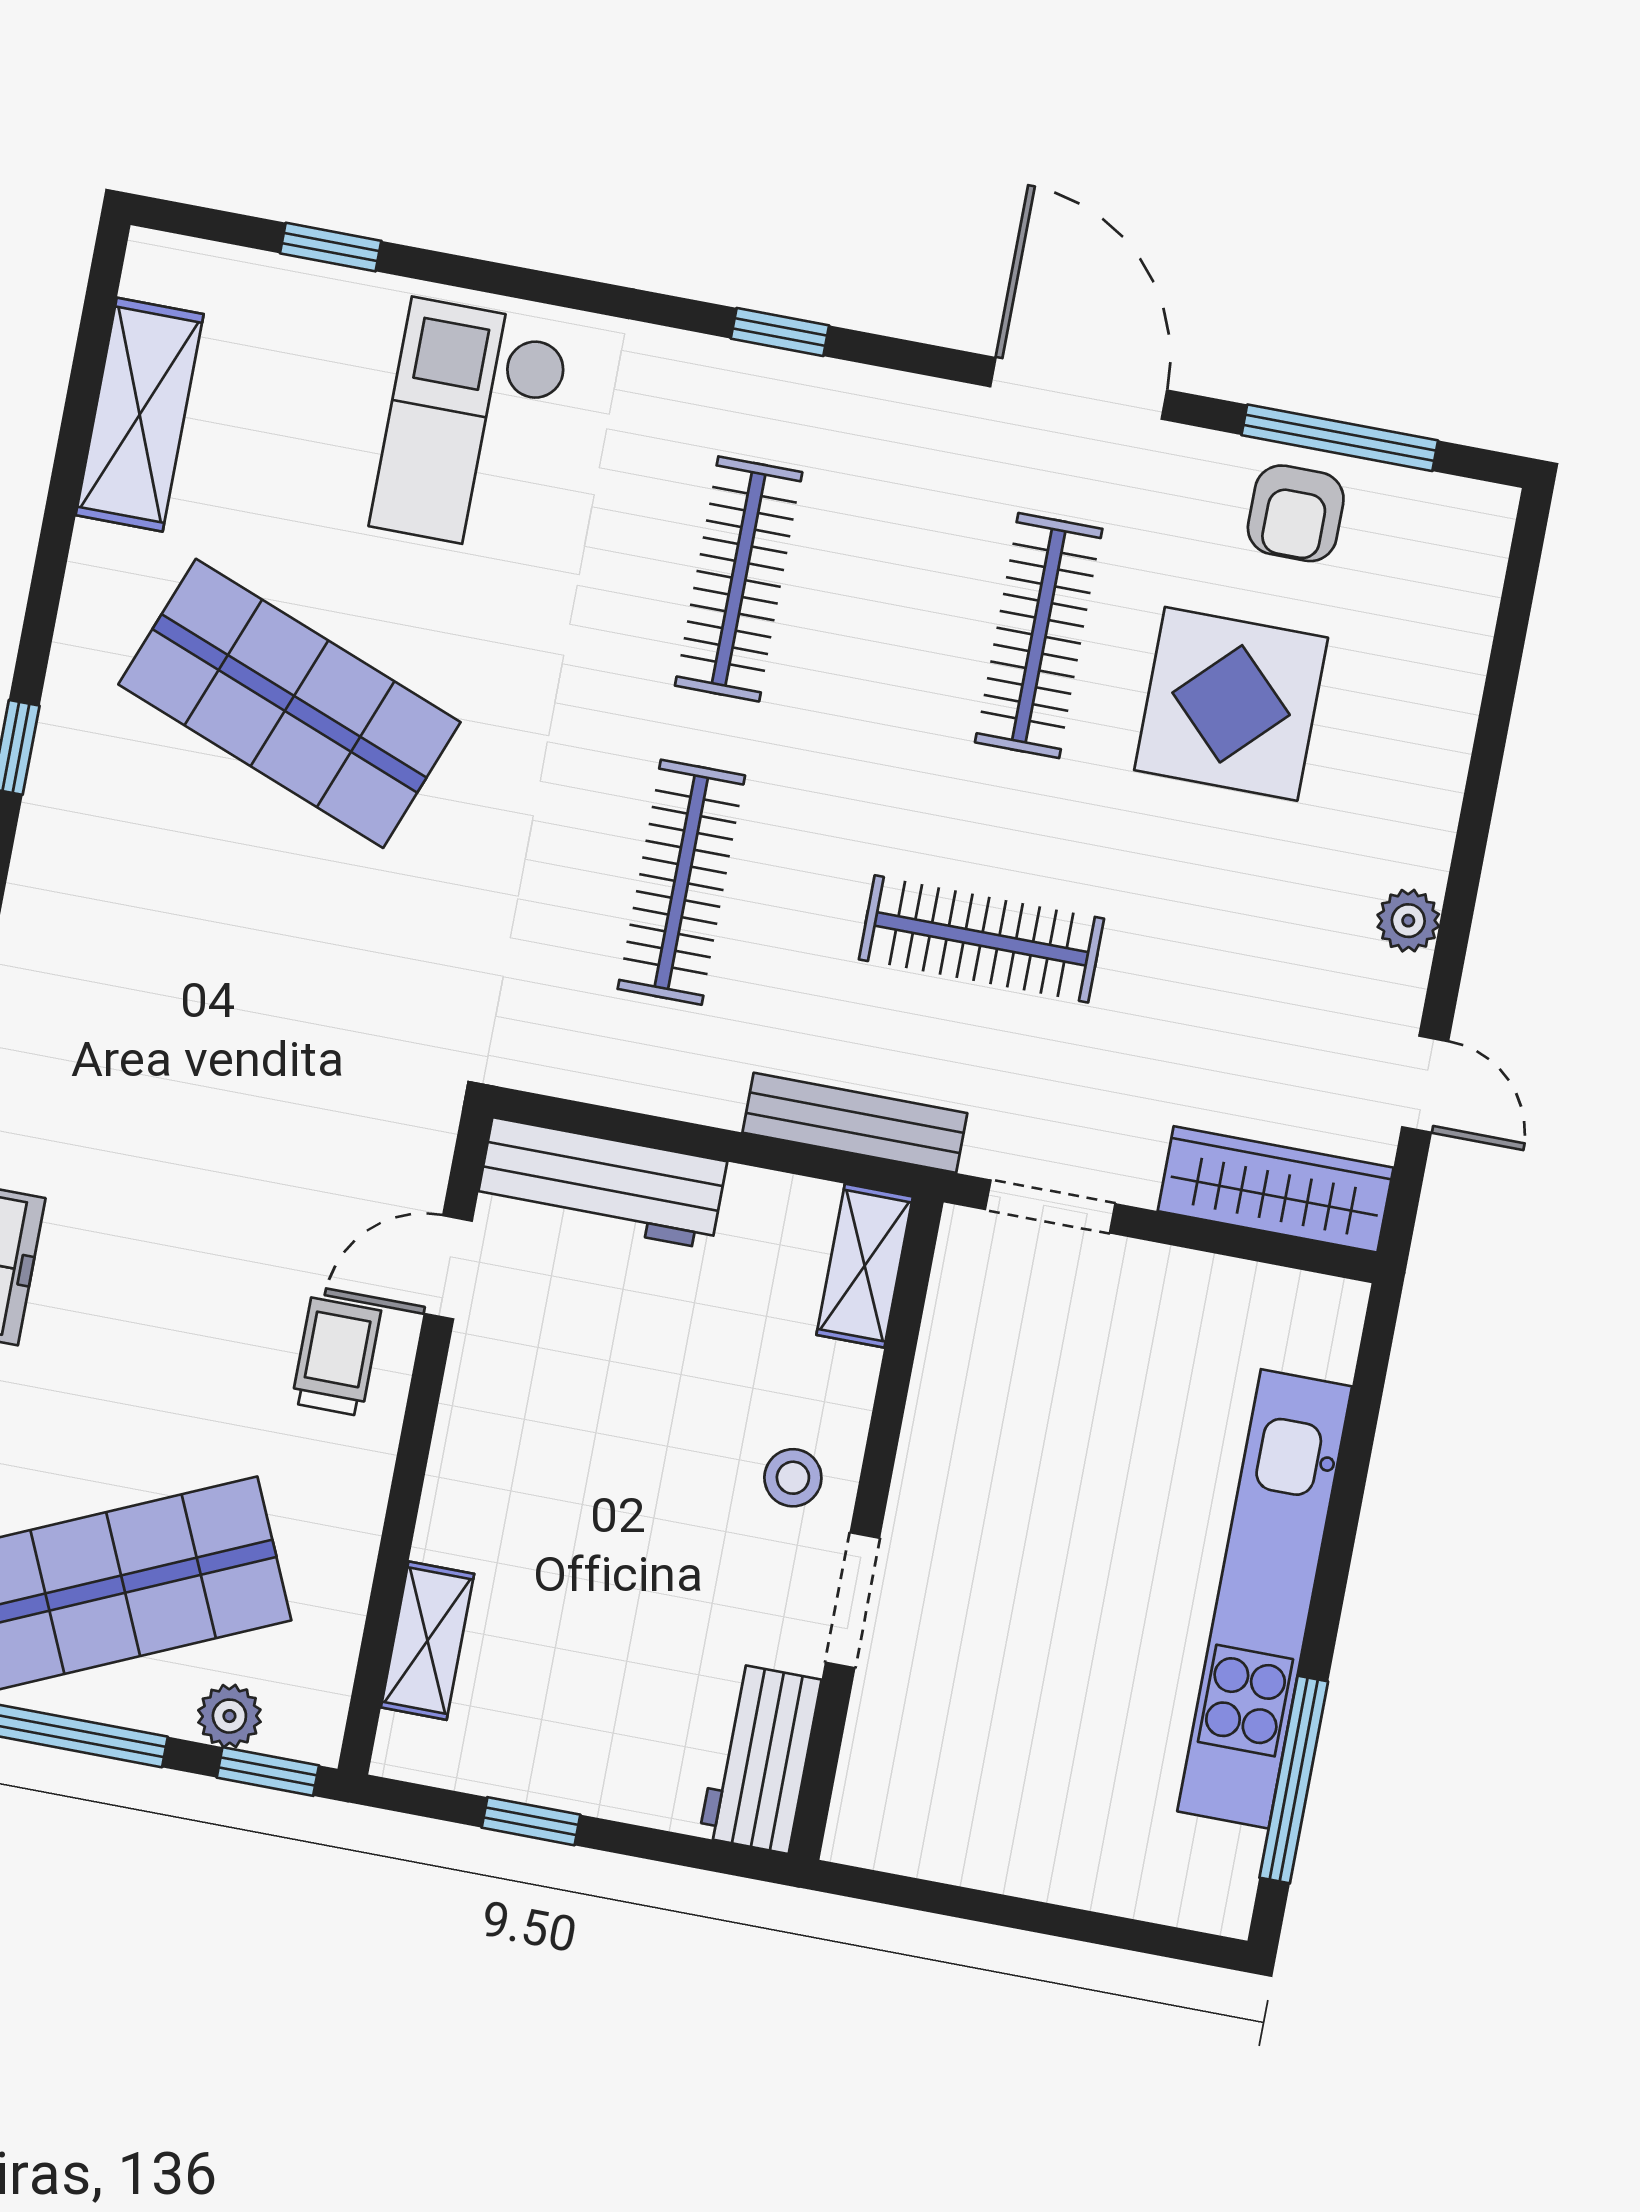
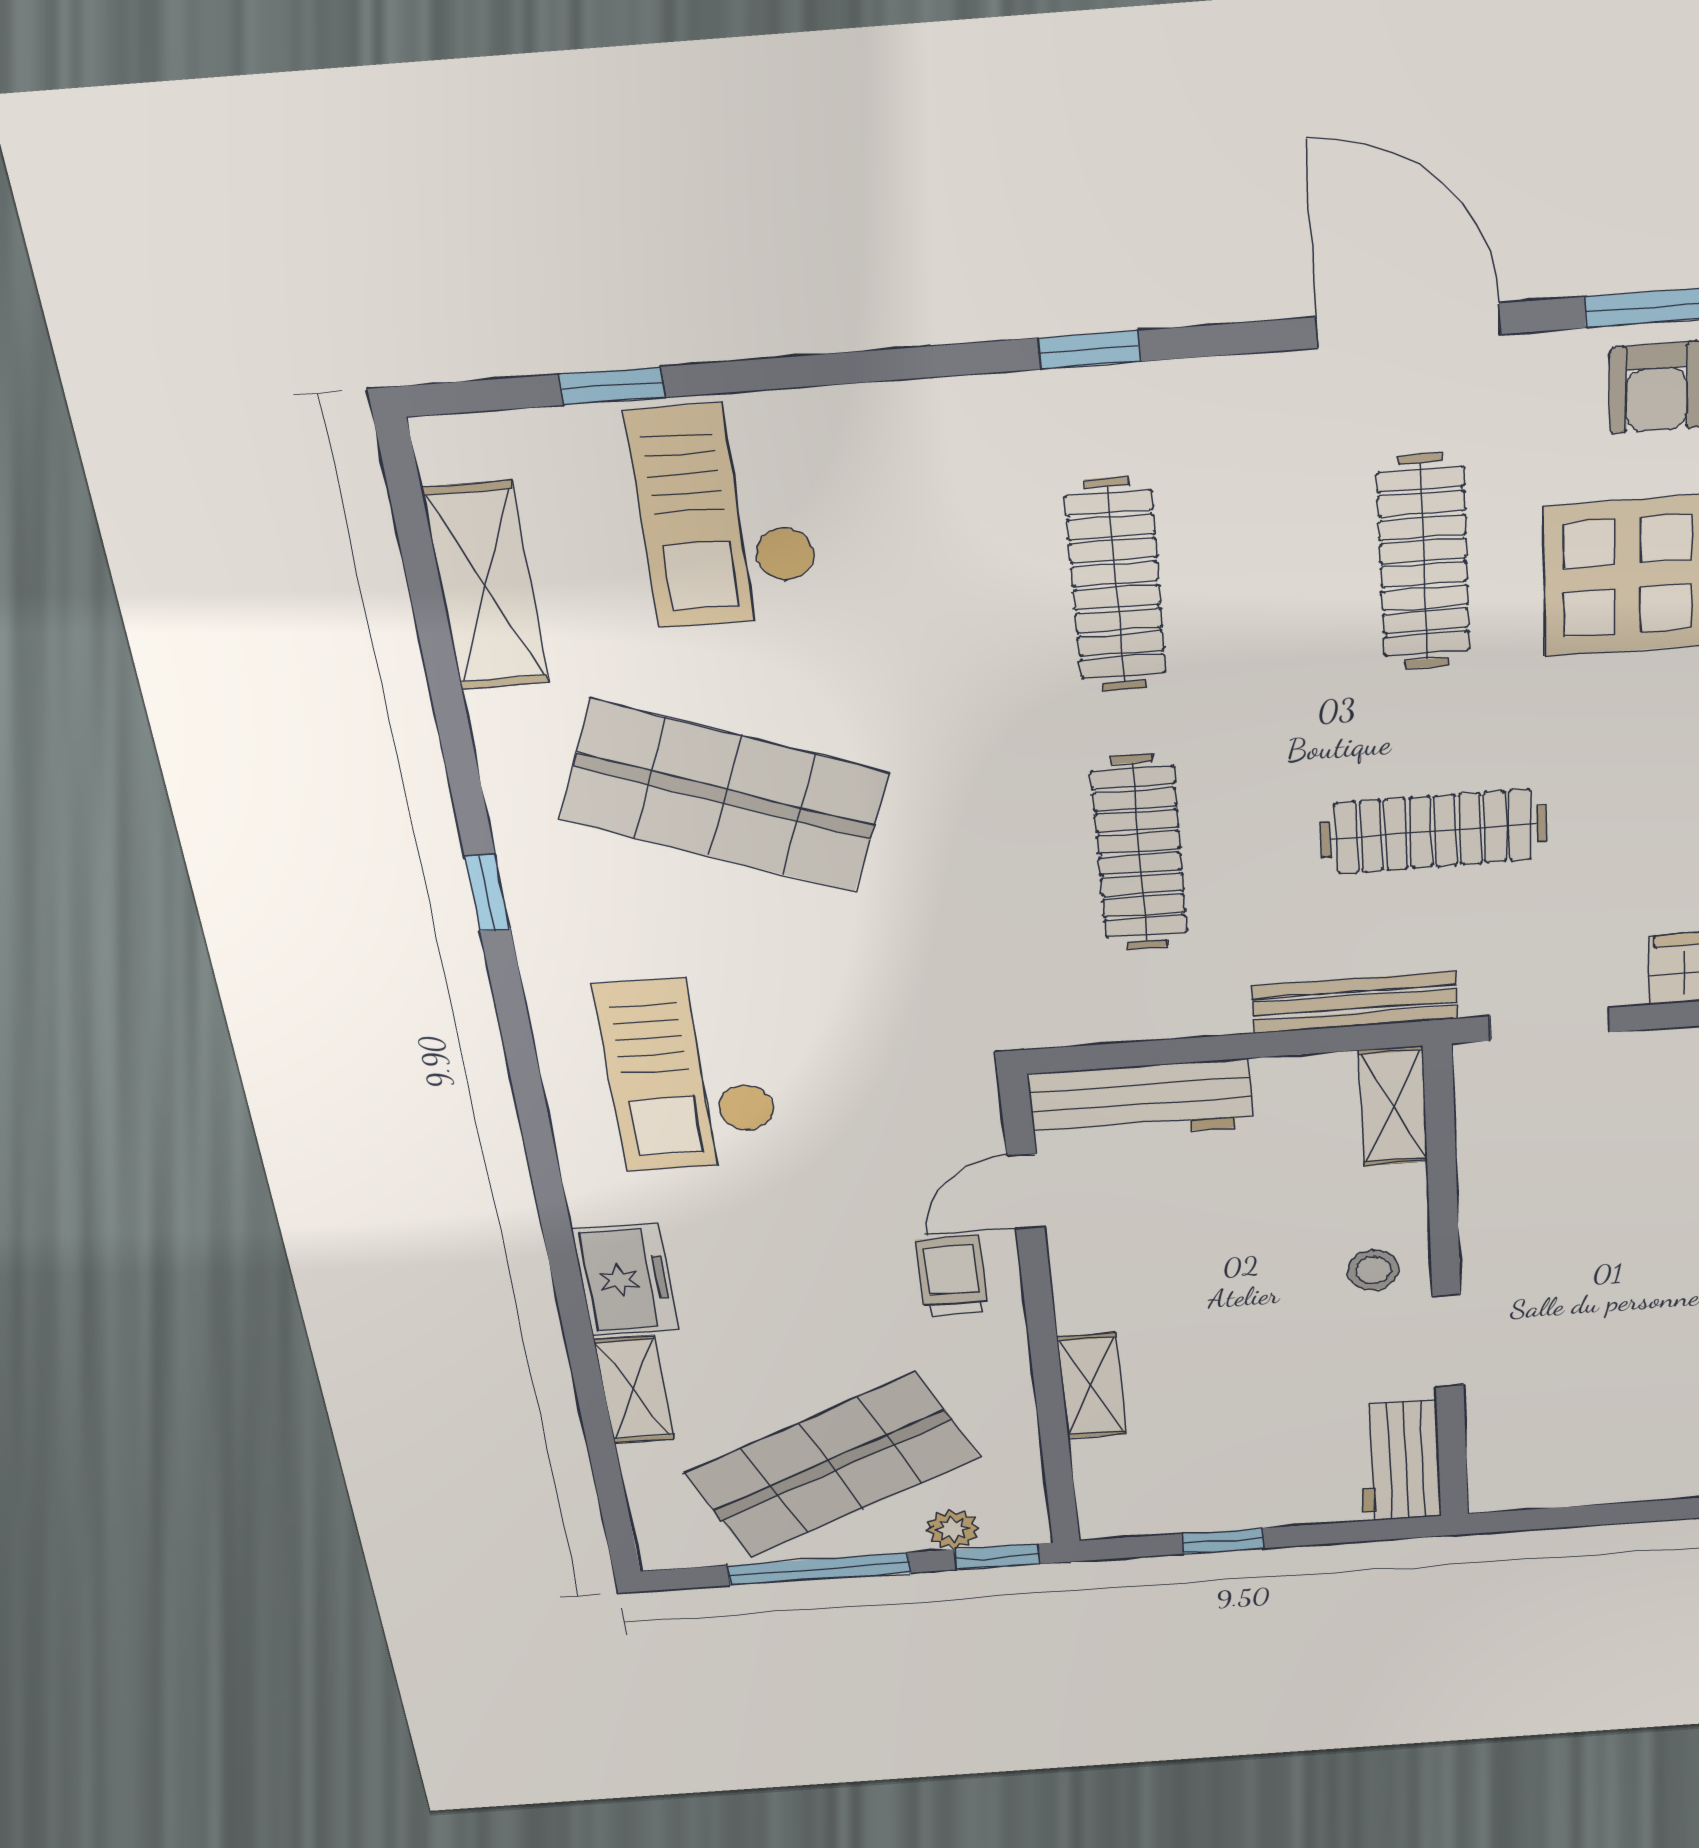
checkout: (471, 427) -> (725, 515), moved
checkout: (143, 1019) -> (689, 1074), added
shelving: (428, 1641) -> (1091, 1386), moved

